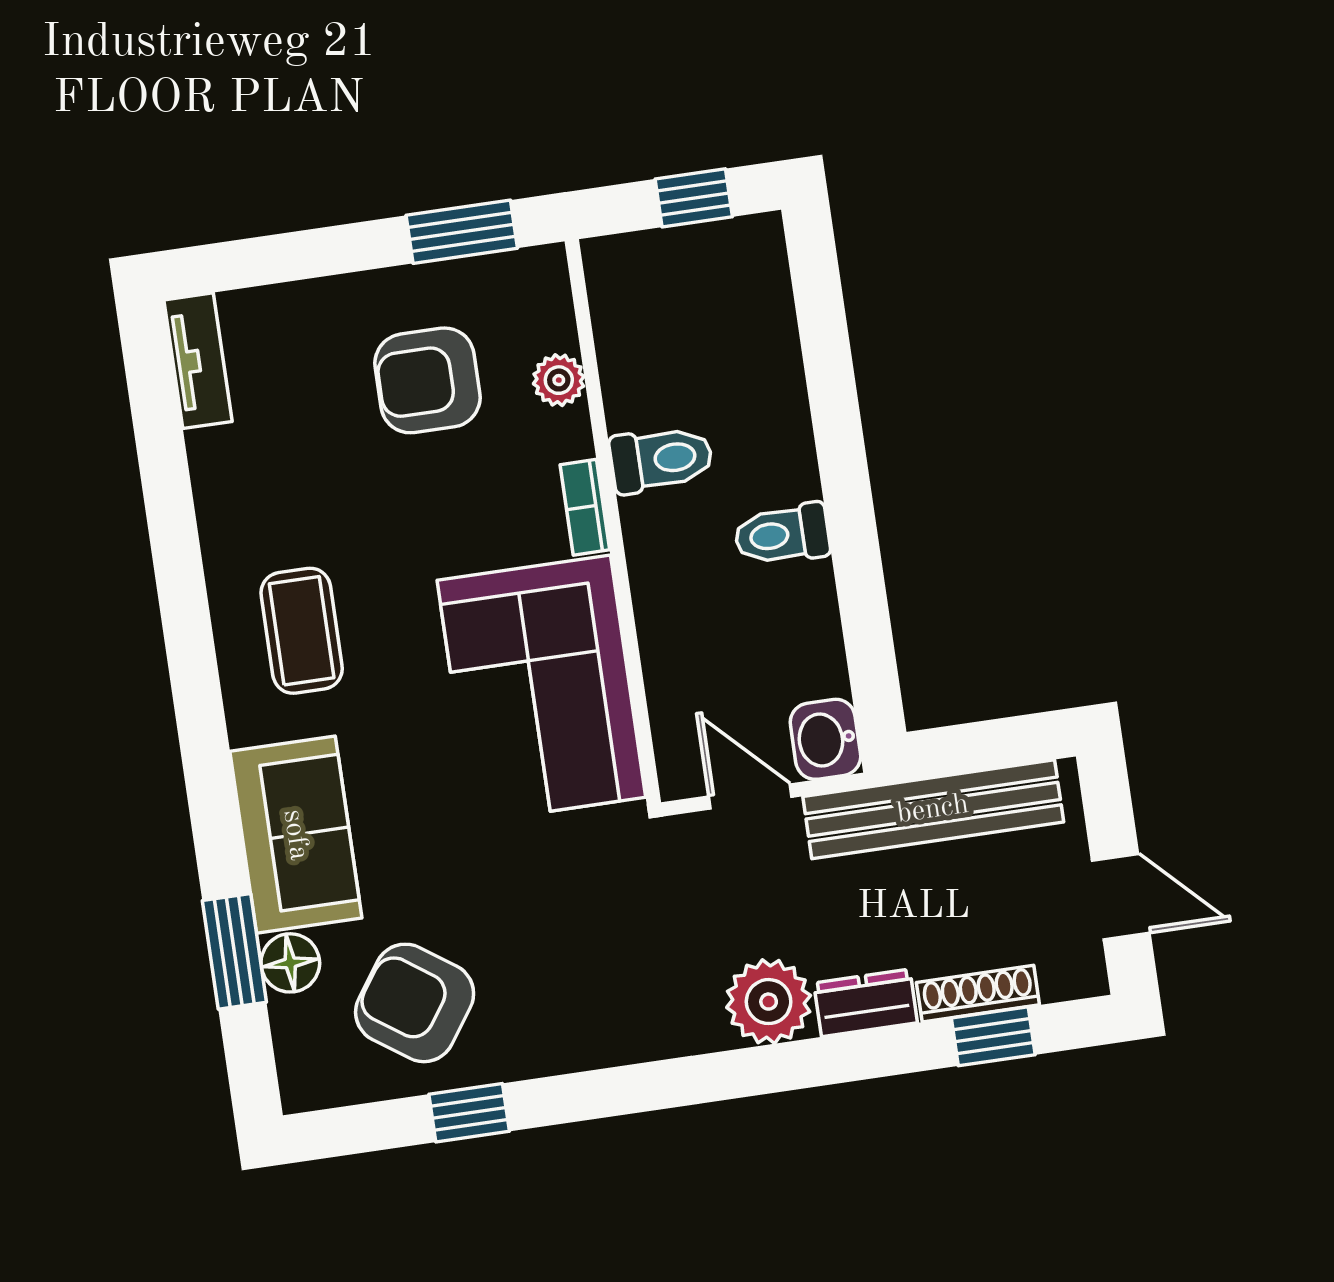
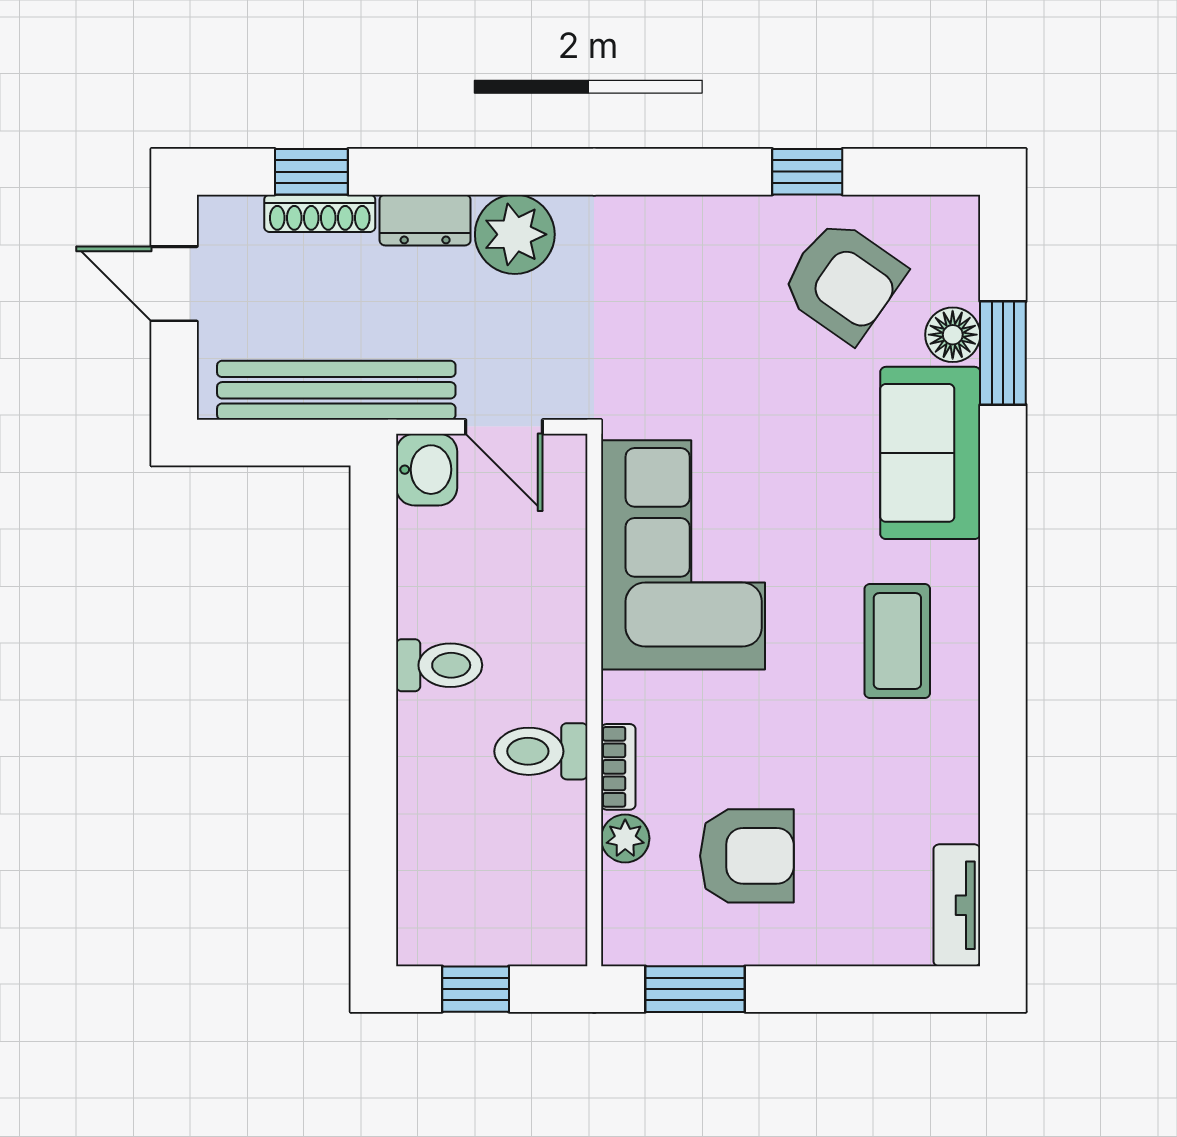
bookcase: (585, 507) -> (618, 767), moved

